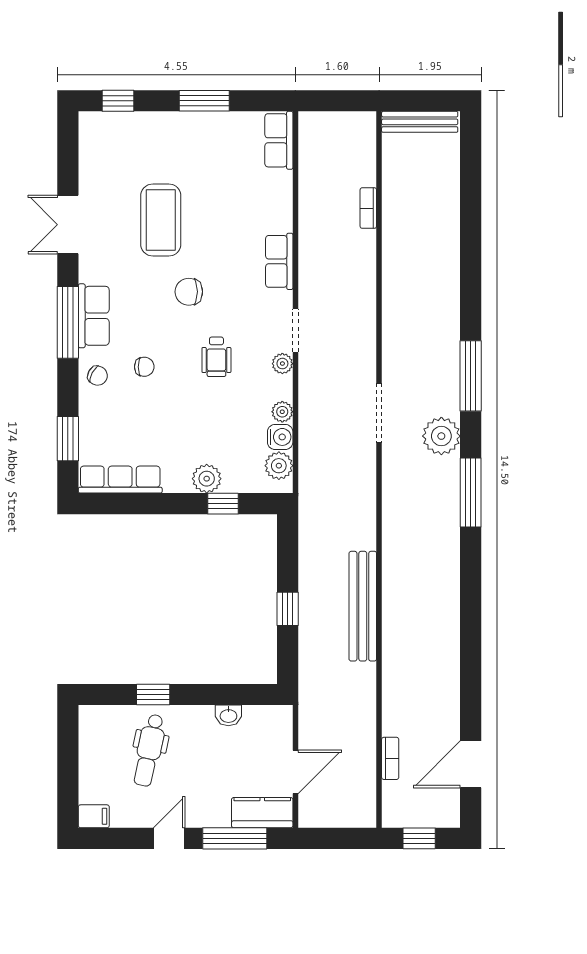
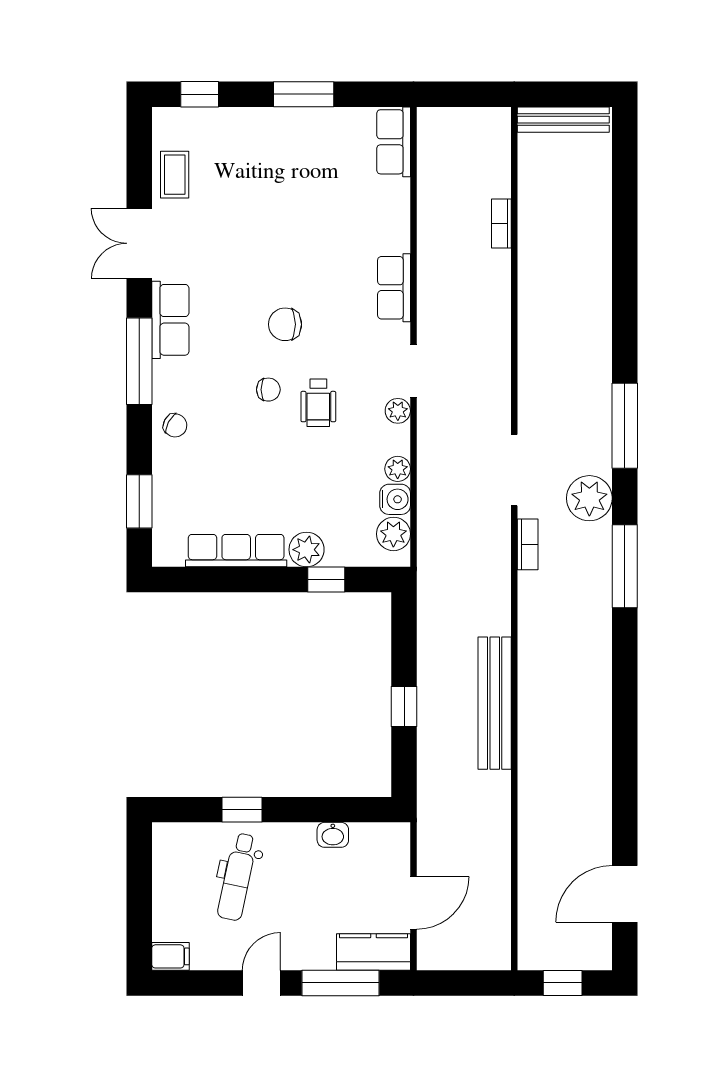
coffee table: (161, 220) -> (175, 175), moved, width x0.54, depth x0.58
row of seats: (94, 316) -> (170, 320), moved
chair: (144, 367) -> (268, 390), moved
row of seats: (120, 480) -> (236, 551), moved
bookcase: (390, 758) -> (528, 544), moved

